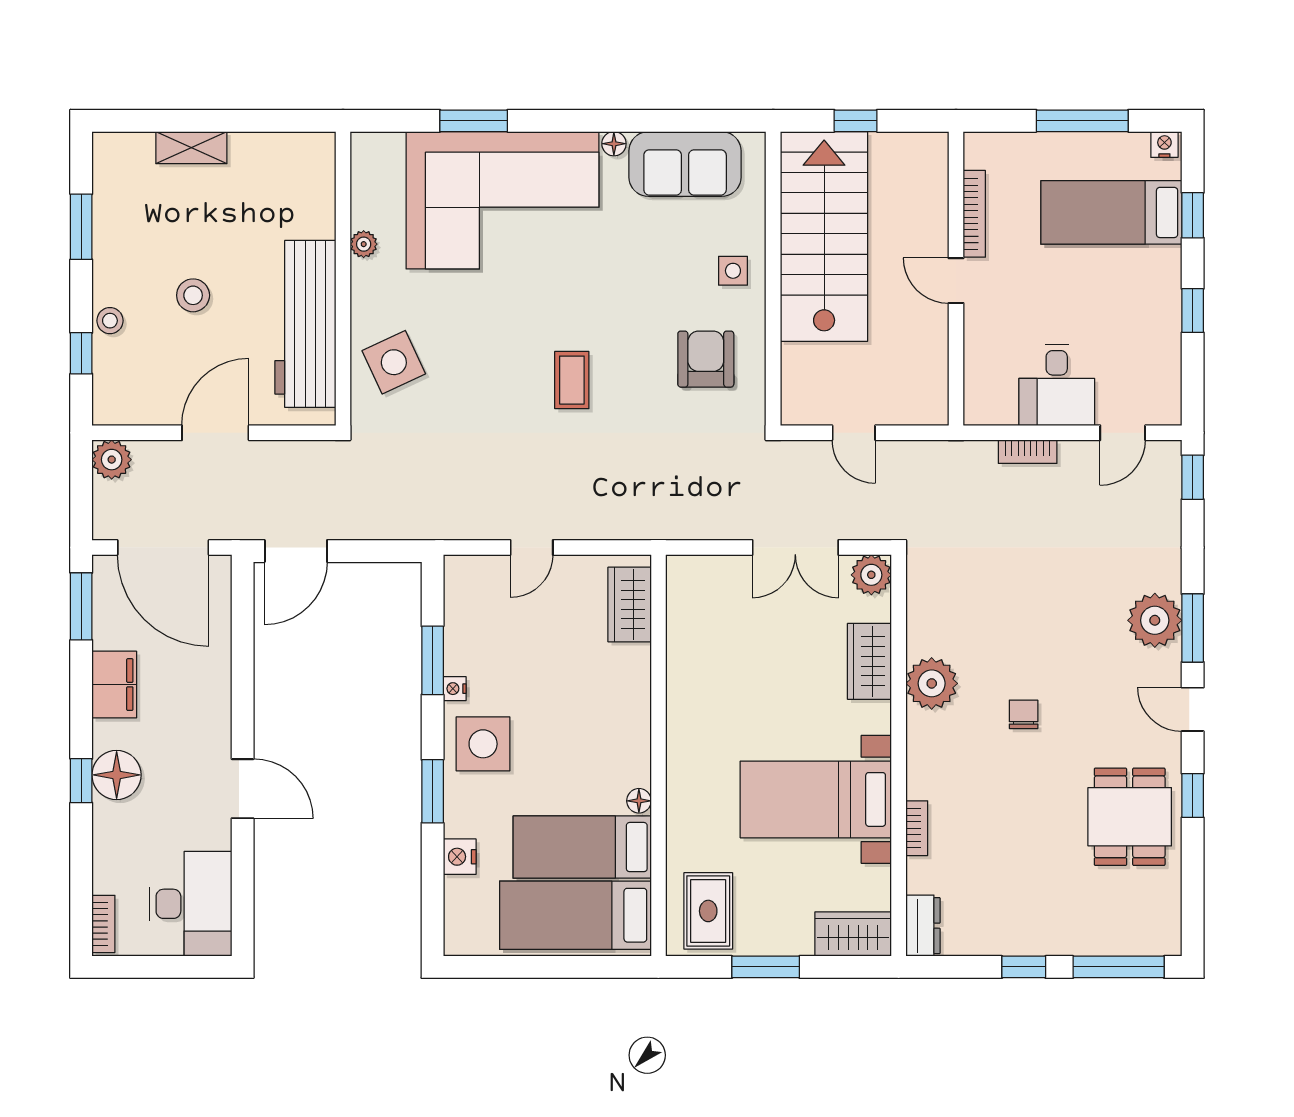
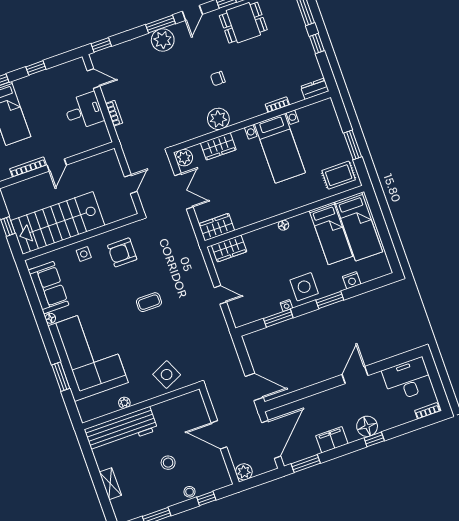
workbench: (305, 324) -> (121, 430), moved
floor lamp: (639, 801) -> (283, 225), moved
wardrobe: (853, 934) -> (217, 227), moved, turned 90

